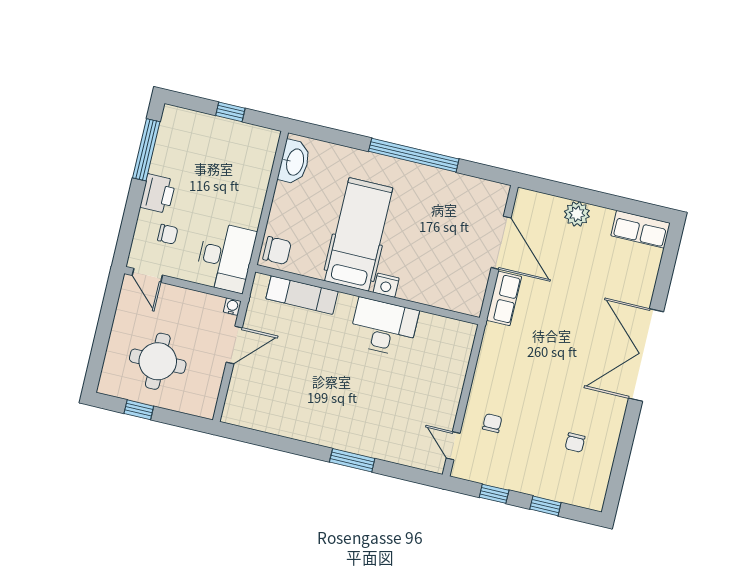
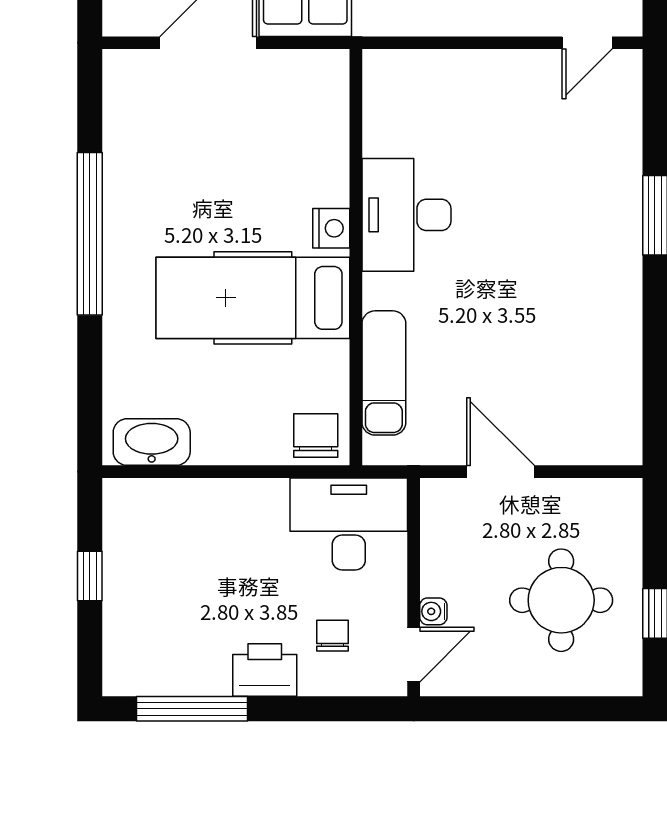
water cooler: (232, 307) -> (433, 611), moved

